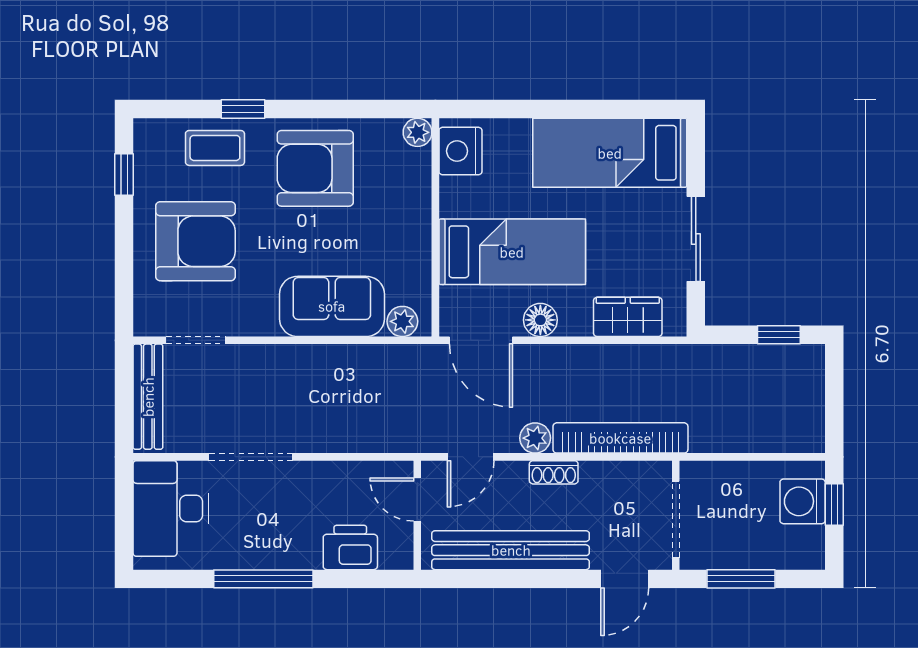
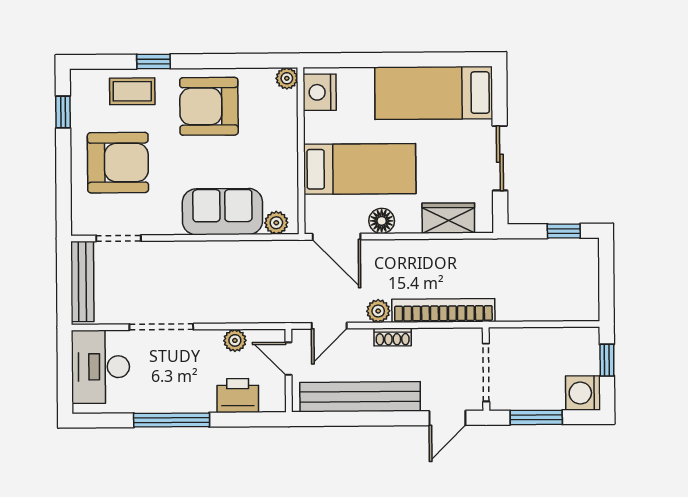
plant: (347, 475) -> (235, 340), added
washing machine: (803, 501) -> (583, 393), moved

